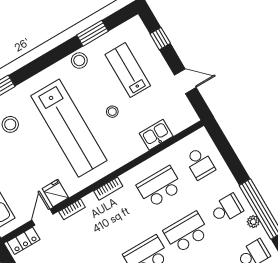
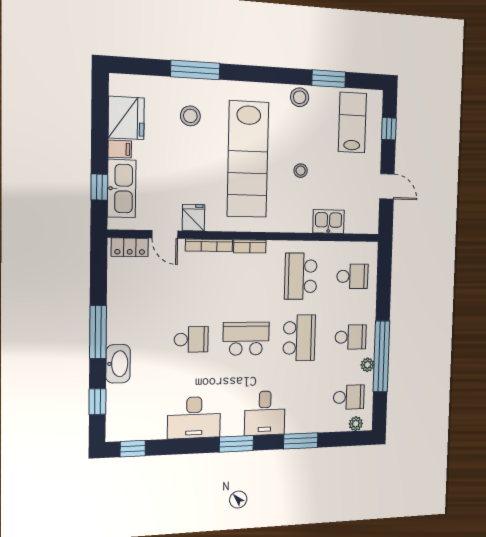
lab bench: (128, 70) -> (352, 122), moved
school desk: (200, 163) -> (352, 276), turned -90
school desk: (160, 187) -> (301, 276), turned -90
bookcase: (72, 209) -> (209, 245), width x1.56
door: (42, 217) -> (165, 234), swing flipped
school desk: (186, 232) -> (299, 338), turned 90

